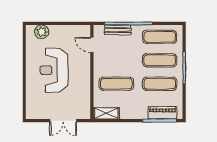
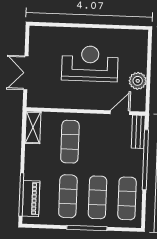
bench: (118, 30) -> (138, 132), moved
plant: (42, 32) -> (138, 81), moved

